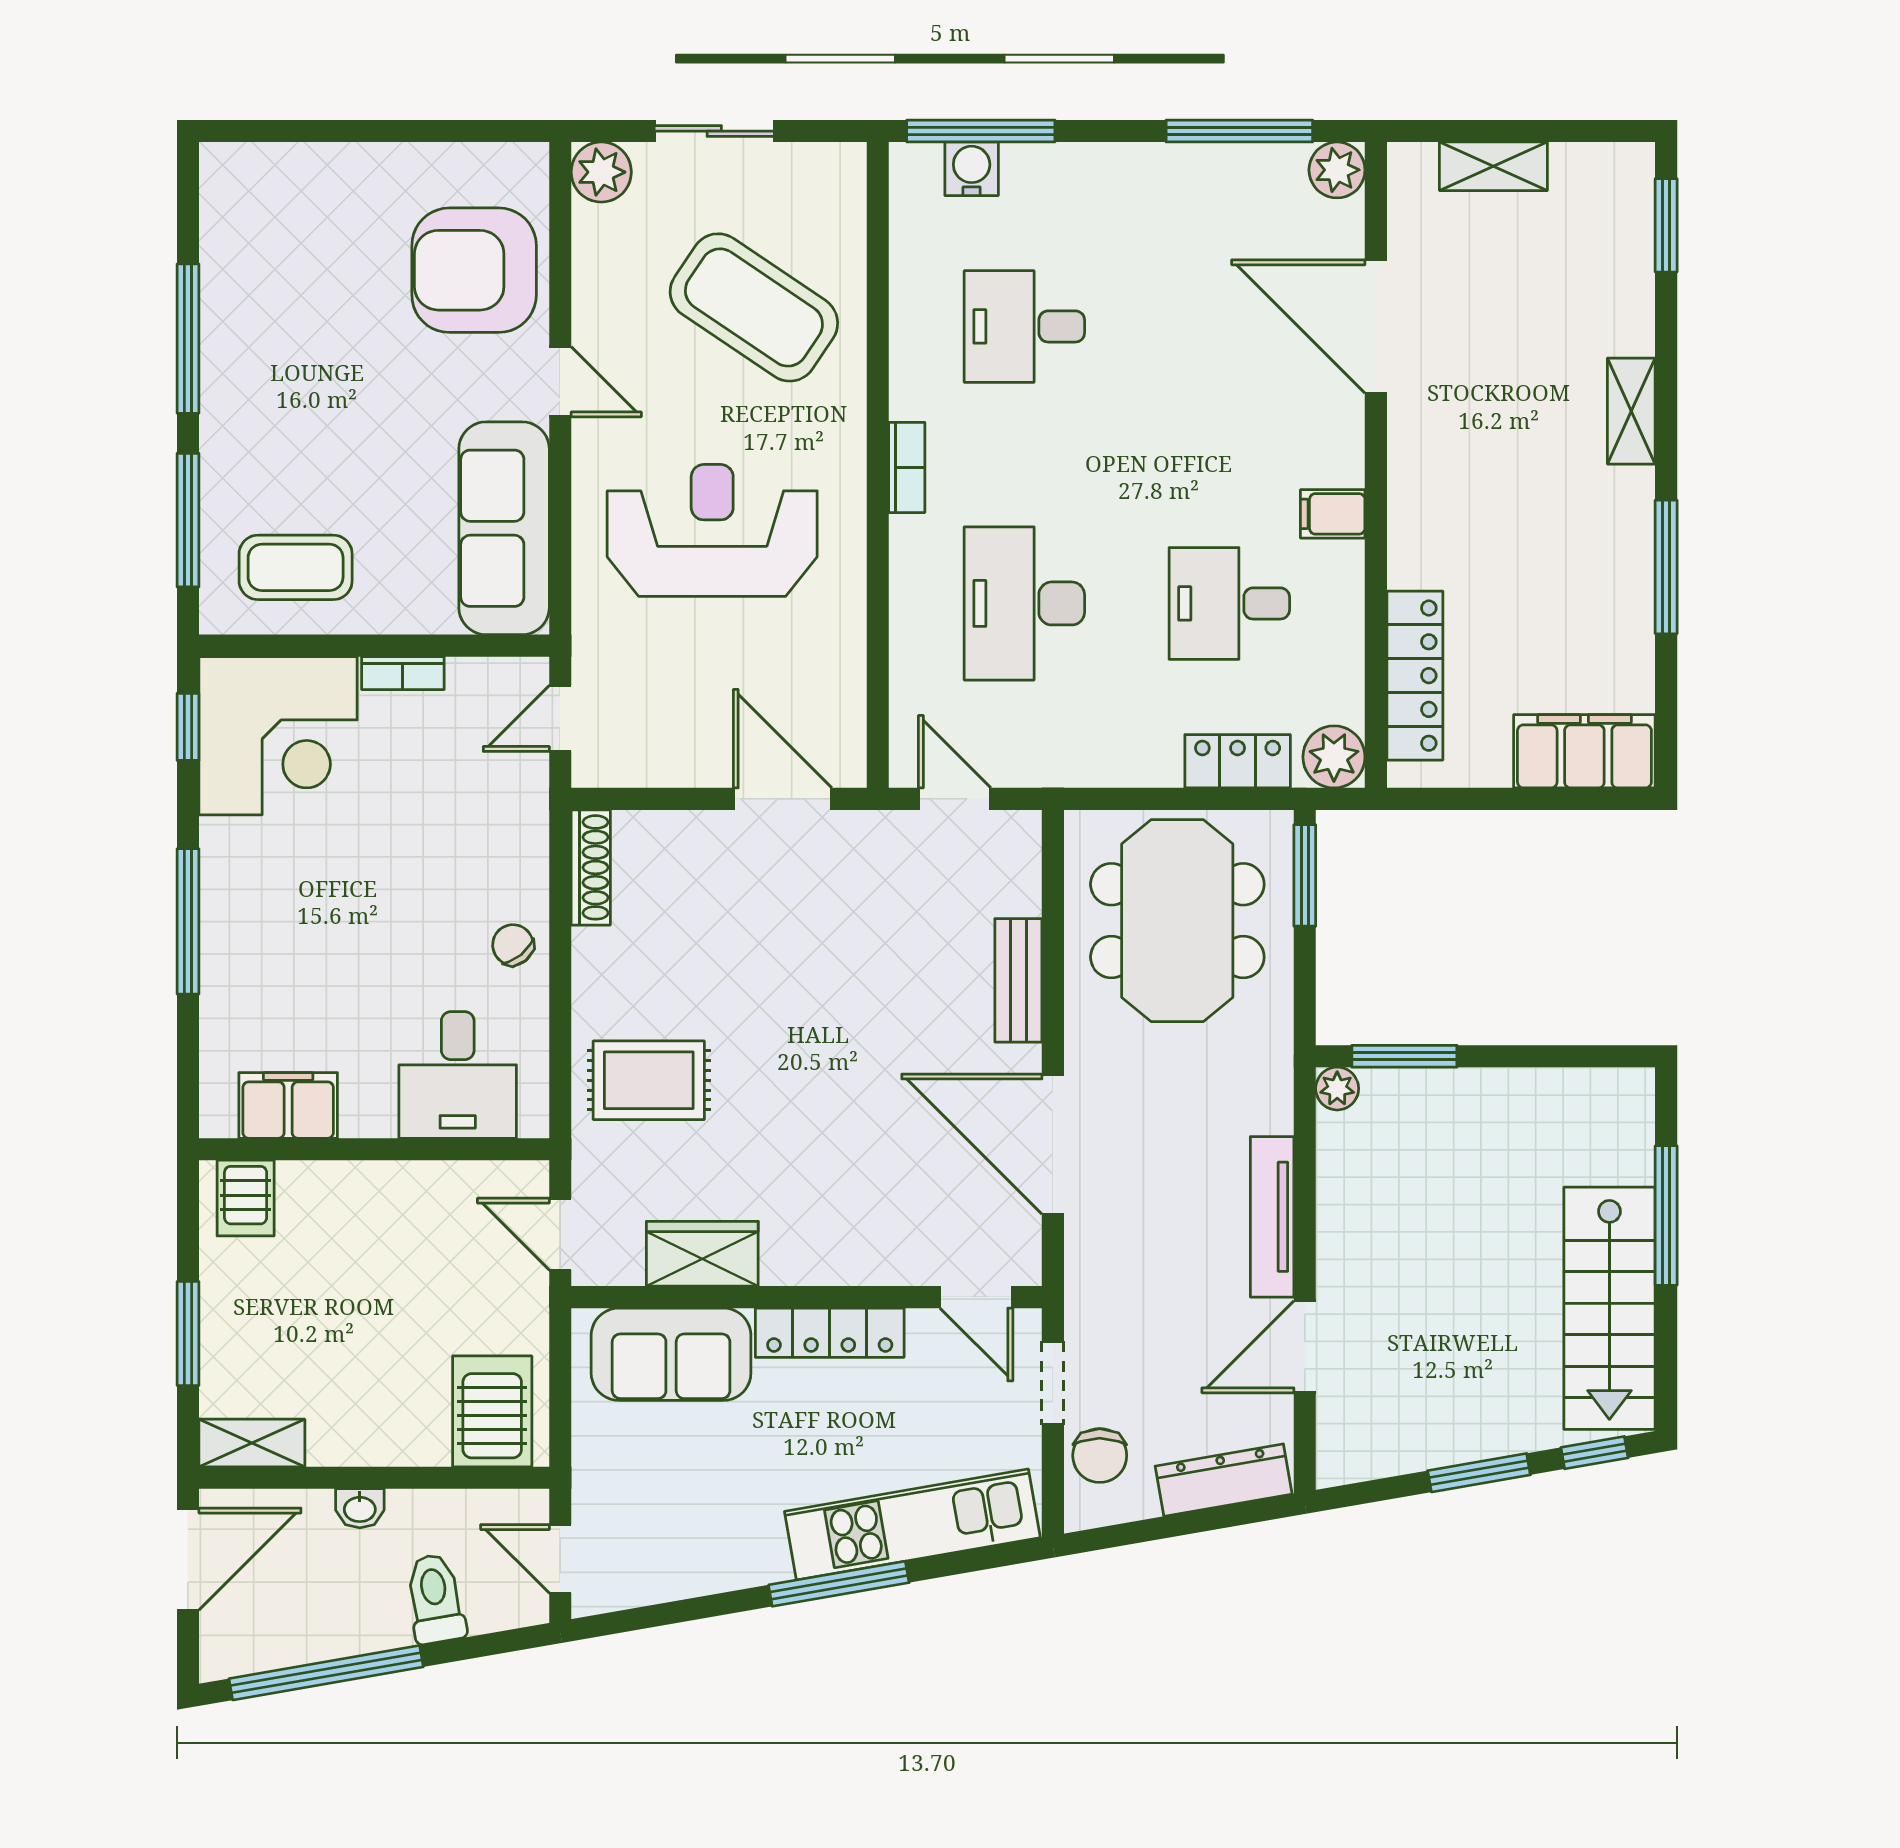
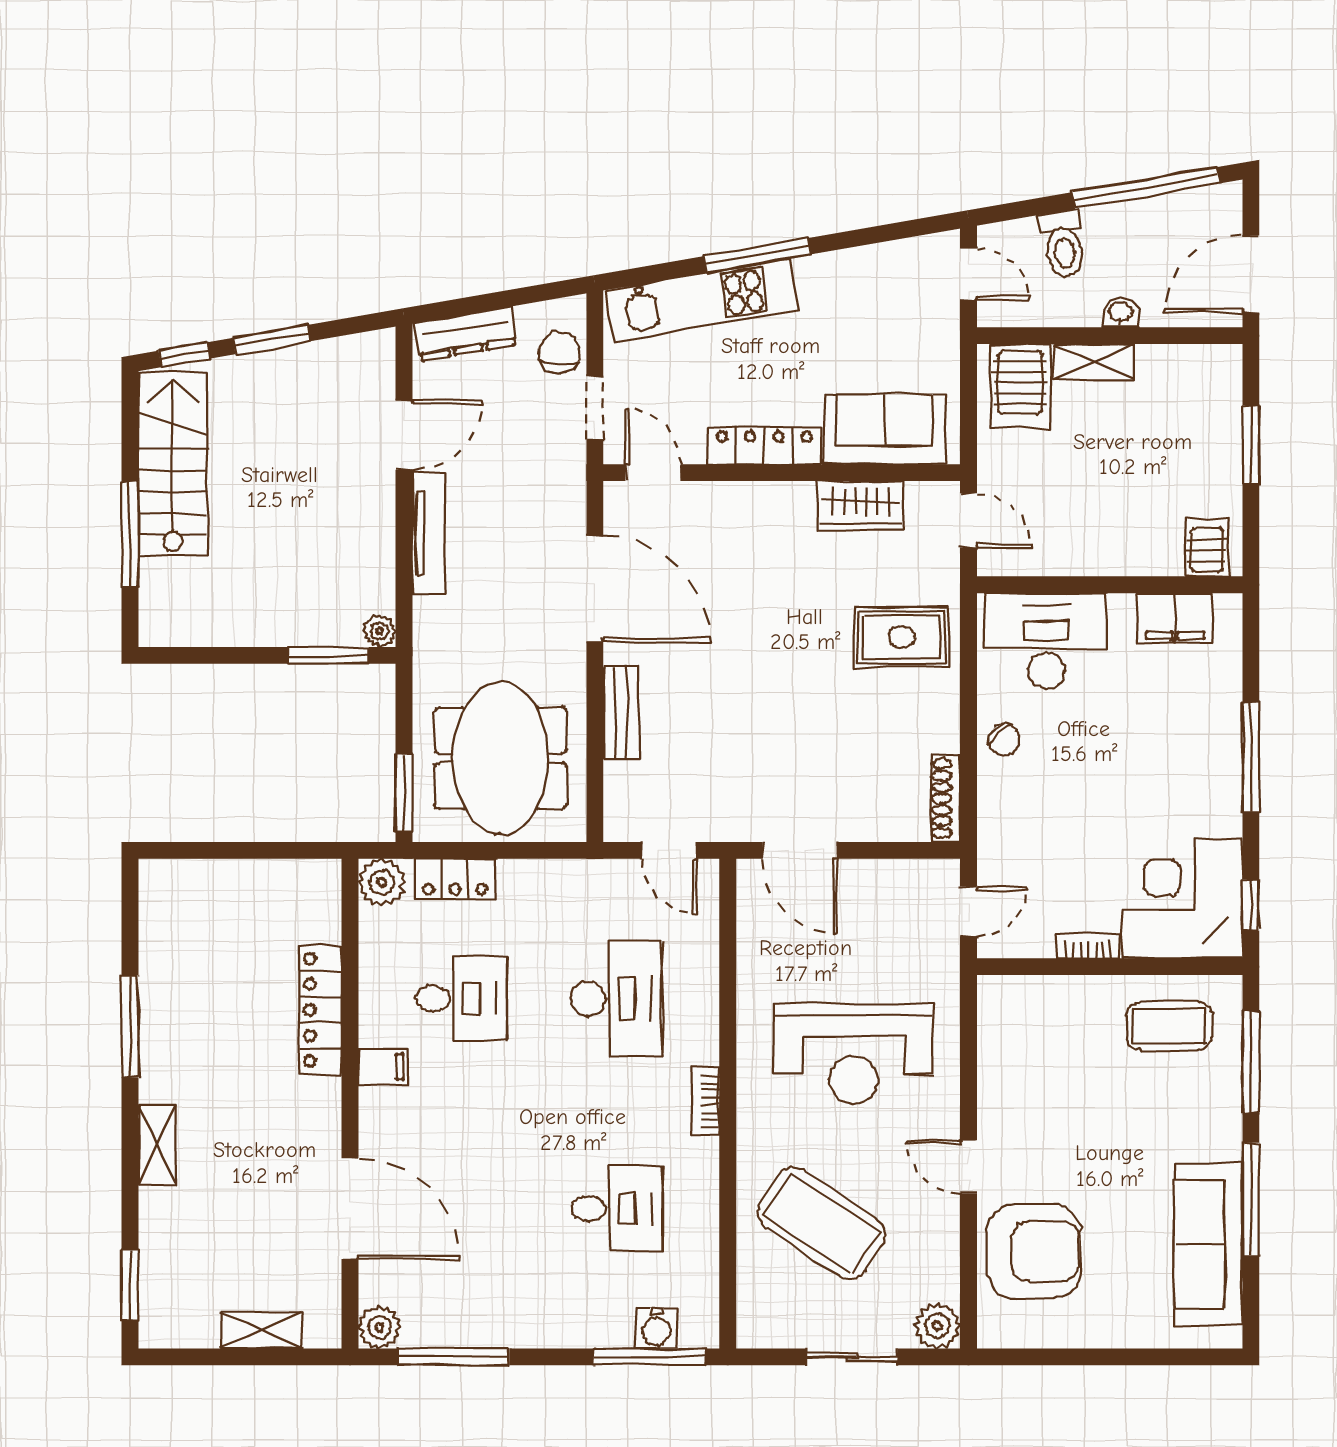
sofa: (504, 528) -> (1208, 1244), moved, turned 180
locker: (1415, 676) -> (320, 1010), moved
filing cabinet: (1584, 751) -> (192, 887), removed
desk: (458, 1075) -> (1046, 641), width x1.37
shelving: (252, 1443) -> (1094, 362), moved

